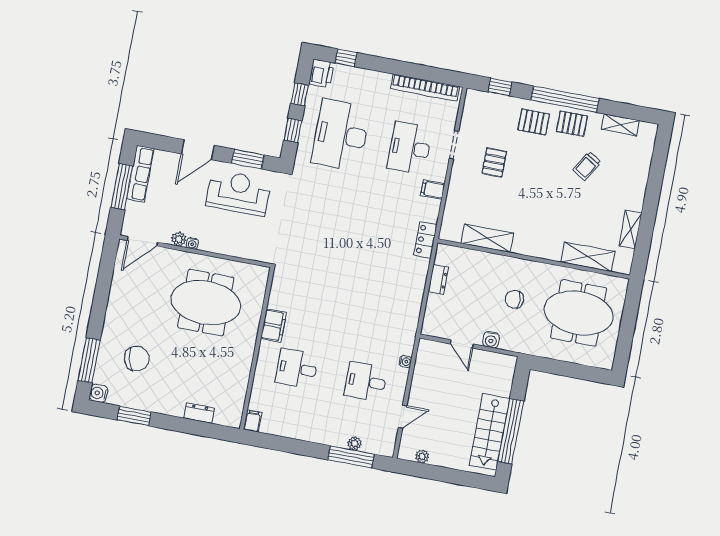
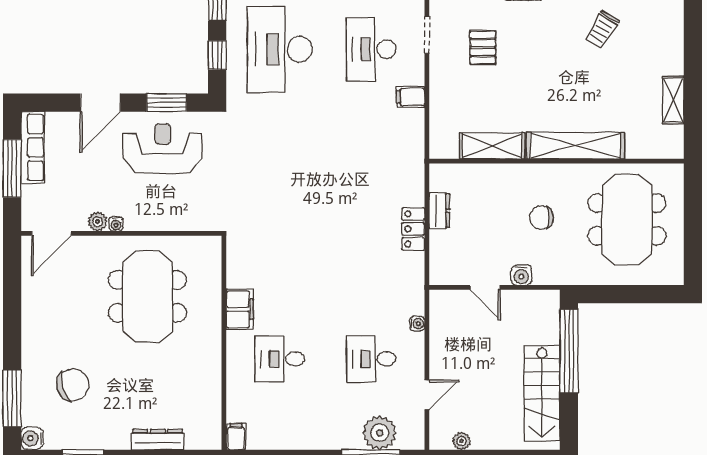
locker: (425, 240) -> (413, 229), moved
shelving: (588, 257) -> (576, 146), moved, width x1.47
meeting table: (206, 303) -> (147, 296), turned 90
meeting table: (579, 313) -> (627, 219), turned 90
dresser: (199, 413) -> (158, 440), width x1.44
window: (511, 431) -> (569, 351), moved
plant: (354, 443) -> (380, 433), width x1.88, depth x1.88

